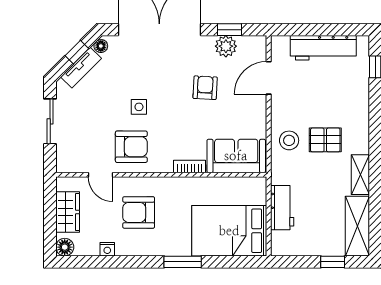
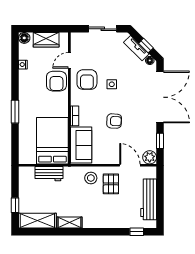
plant: (226, 46) -> (150, 157), moved
armchair: (205, 88) -> (114, 121), moved
pallet: (325, 140) -> (111, 184), moved
armchair: (139, 212) -> (56, 81), moved, turned 180
bed: (229, 231) -> (52, 141), moved

